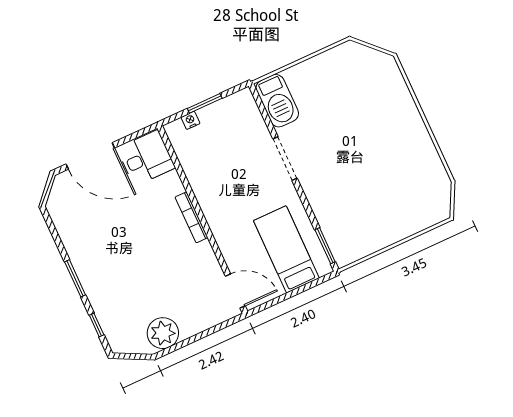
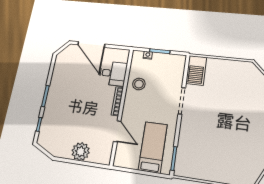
desk: (146, 158) -> (113, 73), moved
stool: (206, 172) -> (139, 84), added
door: (235, 291) -> (117, 131), moved
plant: (163, 333) -> (81, 152), moved

